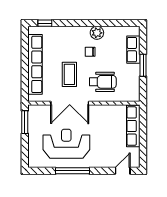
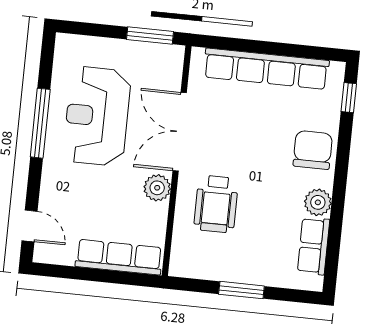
row of seats: (133, 50) -> (314, 246), moved, turned -90
chair: (90, 52) -> (313, 150), moved, width x1.87, depth x1.87
coffee table: (69, 74) -> (239, 137), removed
plant: (98, 111) -> (157, 188), added
reception desk: (66, 144) -> (97, 116), turned 180

